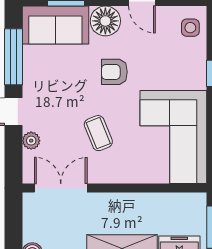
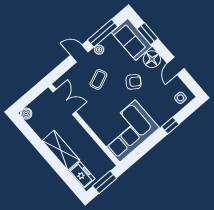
armchair: (114, 72) -> (134, 82), turned 125
coffee table: (98, 133) -> (98, 79), moved
plant: (31, 141) -> (99, 50), moved

